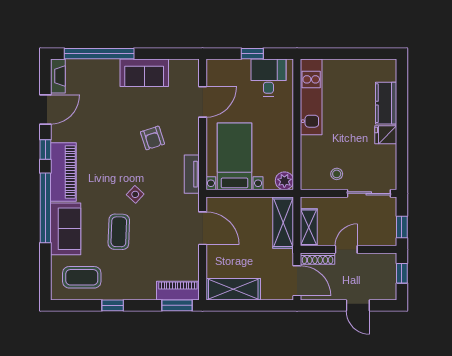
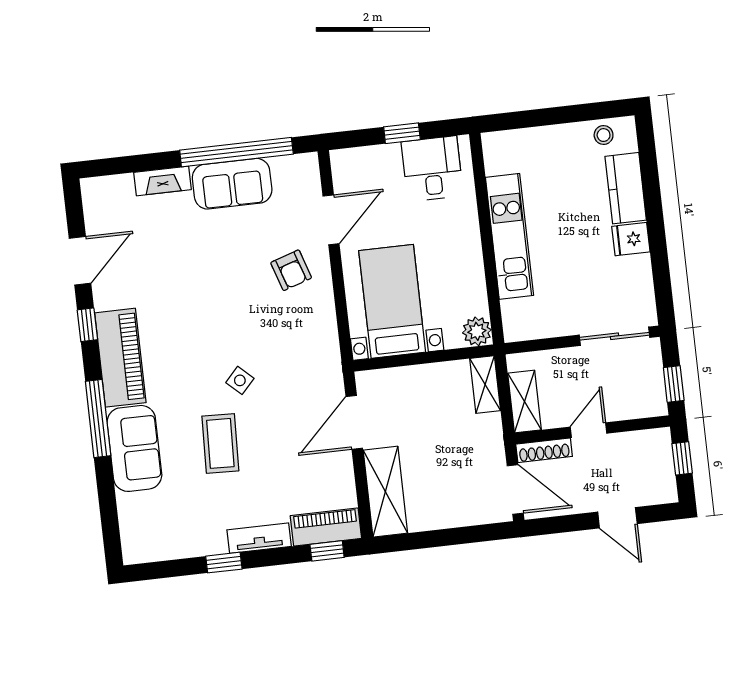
window: (99, 54) -> (236, 152), moved
fireplace: (58, 76) -> (162, 181), moved, turned 90
kitchen unit: (311, 97) -> (509, 236), moved
armchair: (152, 138) -> (291, 270), moved
tv unit: (192, 174) -> (259, 538), moved, turned 90
stool: (337, 174) -> (604, 135), moved
window: (45, 208) -> (98, 418), width x0.68
shelving: (283, 223) -> (485, 385), width x0.67, depth x0.75
door: (203, 228) -> (354, 422), swing flipped
coffee table: (82, 277) -> (169, 523), removed
shelving: (233, 289) -> (385, 492), moved, turned 90
window: (177, 305) -> (327, 551), width x0.67

